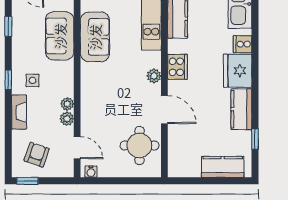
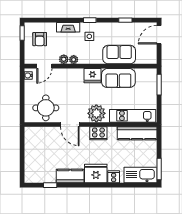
fridge: (91, 76) -> (92, 76), added
plant: (154, 76) -> (96, 113), width x1.87, depth x1.87
door: (164, 110) -> (70, 125), hinge flipped
armchair: (37, 155) -> (40, 39), turned 71
kitchen counter: (223, 167) -> (32, 163), removed

